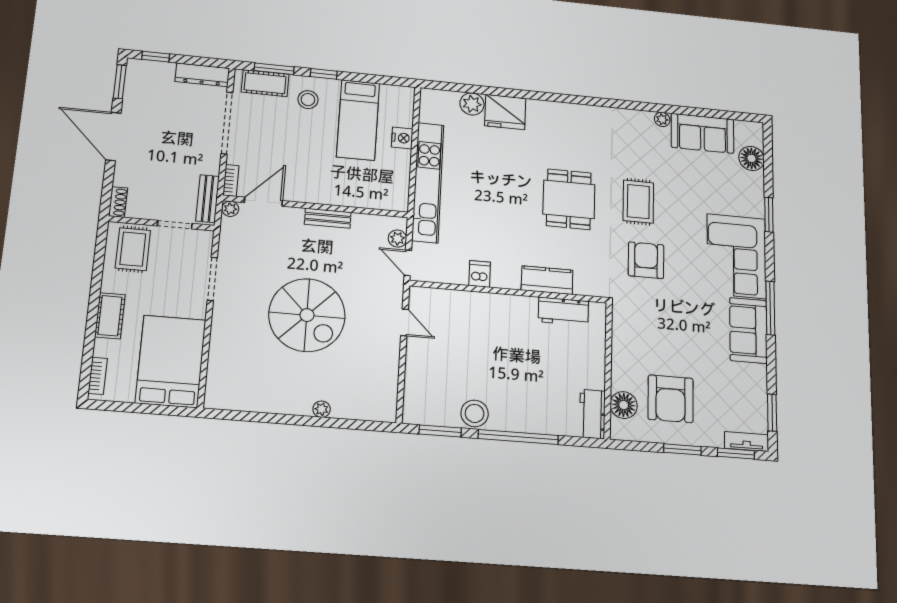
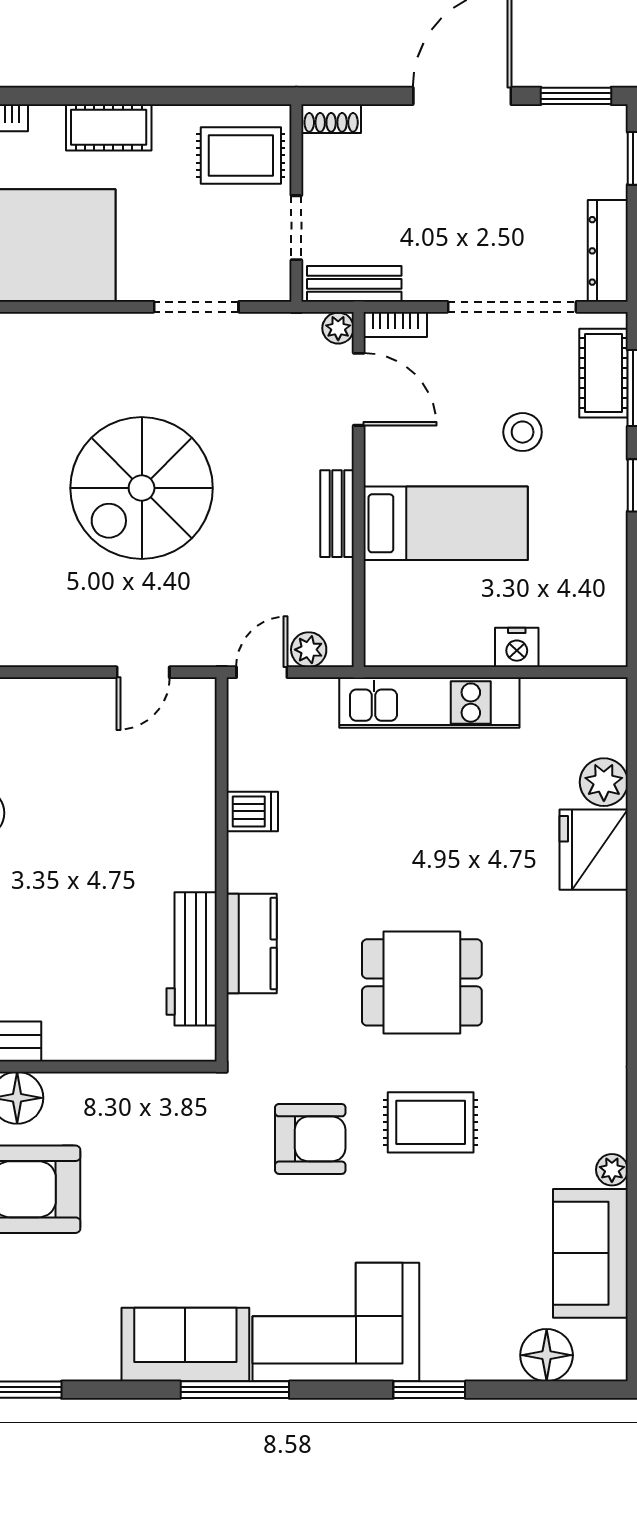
stool: (308, 100) -> (523, 432), moved
bed: (358, 120) -> (446, 523), moved, turned 180
kitchen unit: (428, 182) -> (429, 703), width x0.73
workbench: (563, 311) -> (192, 959), width x1.38

